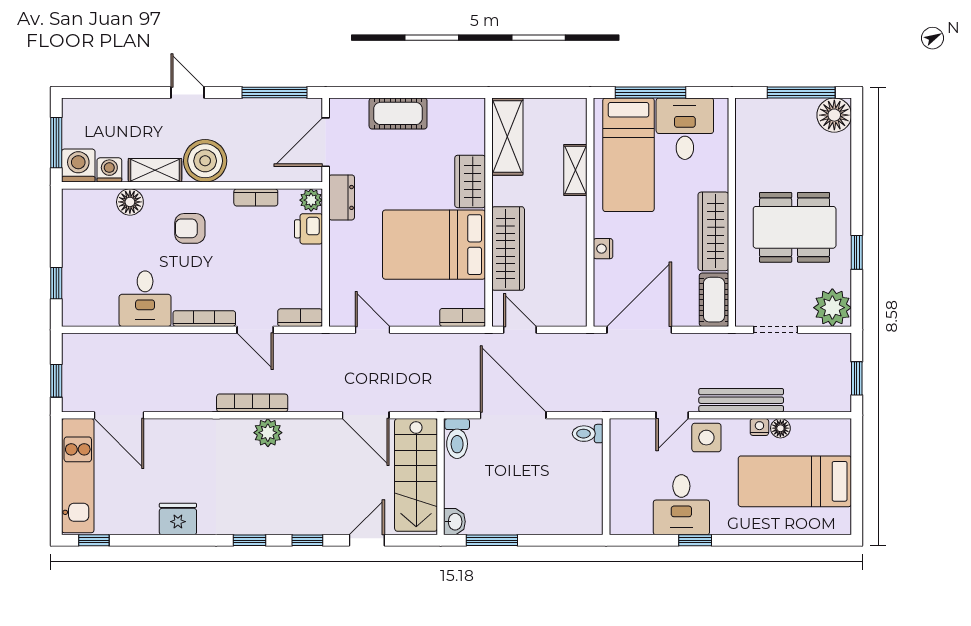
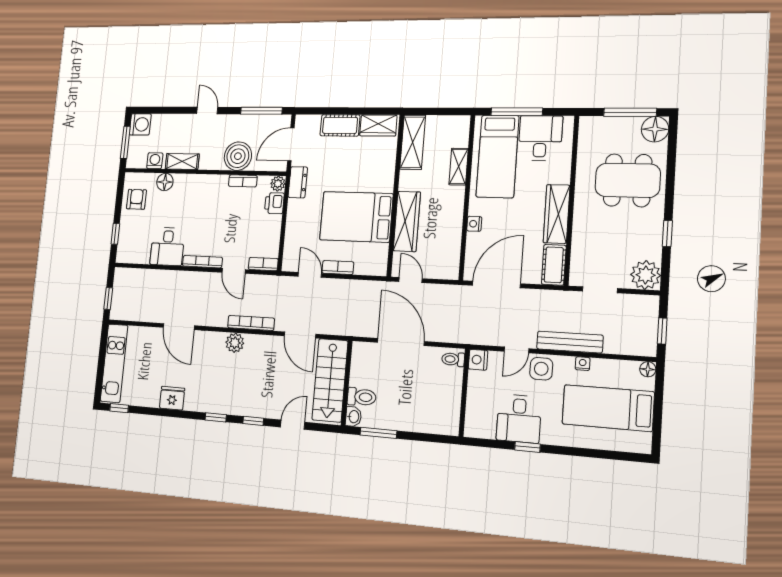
boiler: (205, 161) -> (238, 156), moved
washing machine: (78, 166) -> (140, 124), moved, turned 90
wardrobe: (470, 181) -> (378, 125), moved, turned -90
dining table: (795, 227) -> (628, 180), moved
armchair: (190, 228) -> (136, 199), moved, turned 90
bookcase: (463, 317) -> (338, 268), moved
bookcase: (252, 403) -> (251, 323), moved
door: (119, 415) -> (179, 327), moved
floor lamp: (780, 428) -> (648, 369), moved
nightstand: (622, 432) -> (478, 360), added
toilet: (457, 439) -> (362, 397), moved, turned -90

